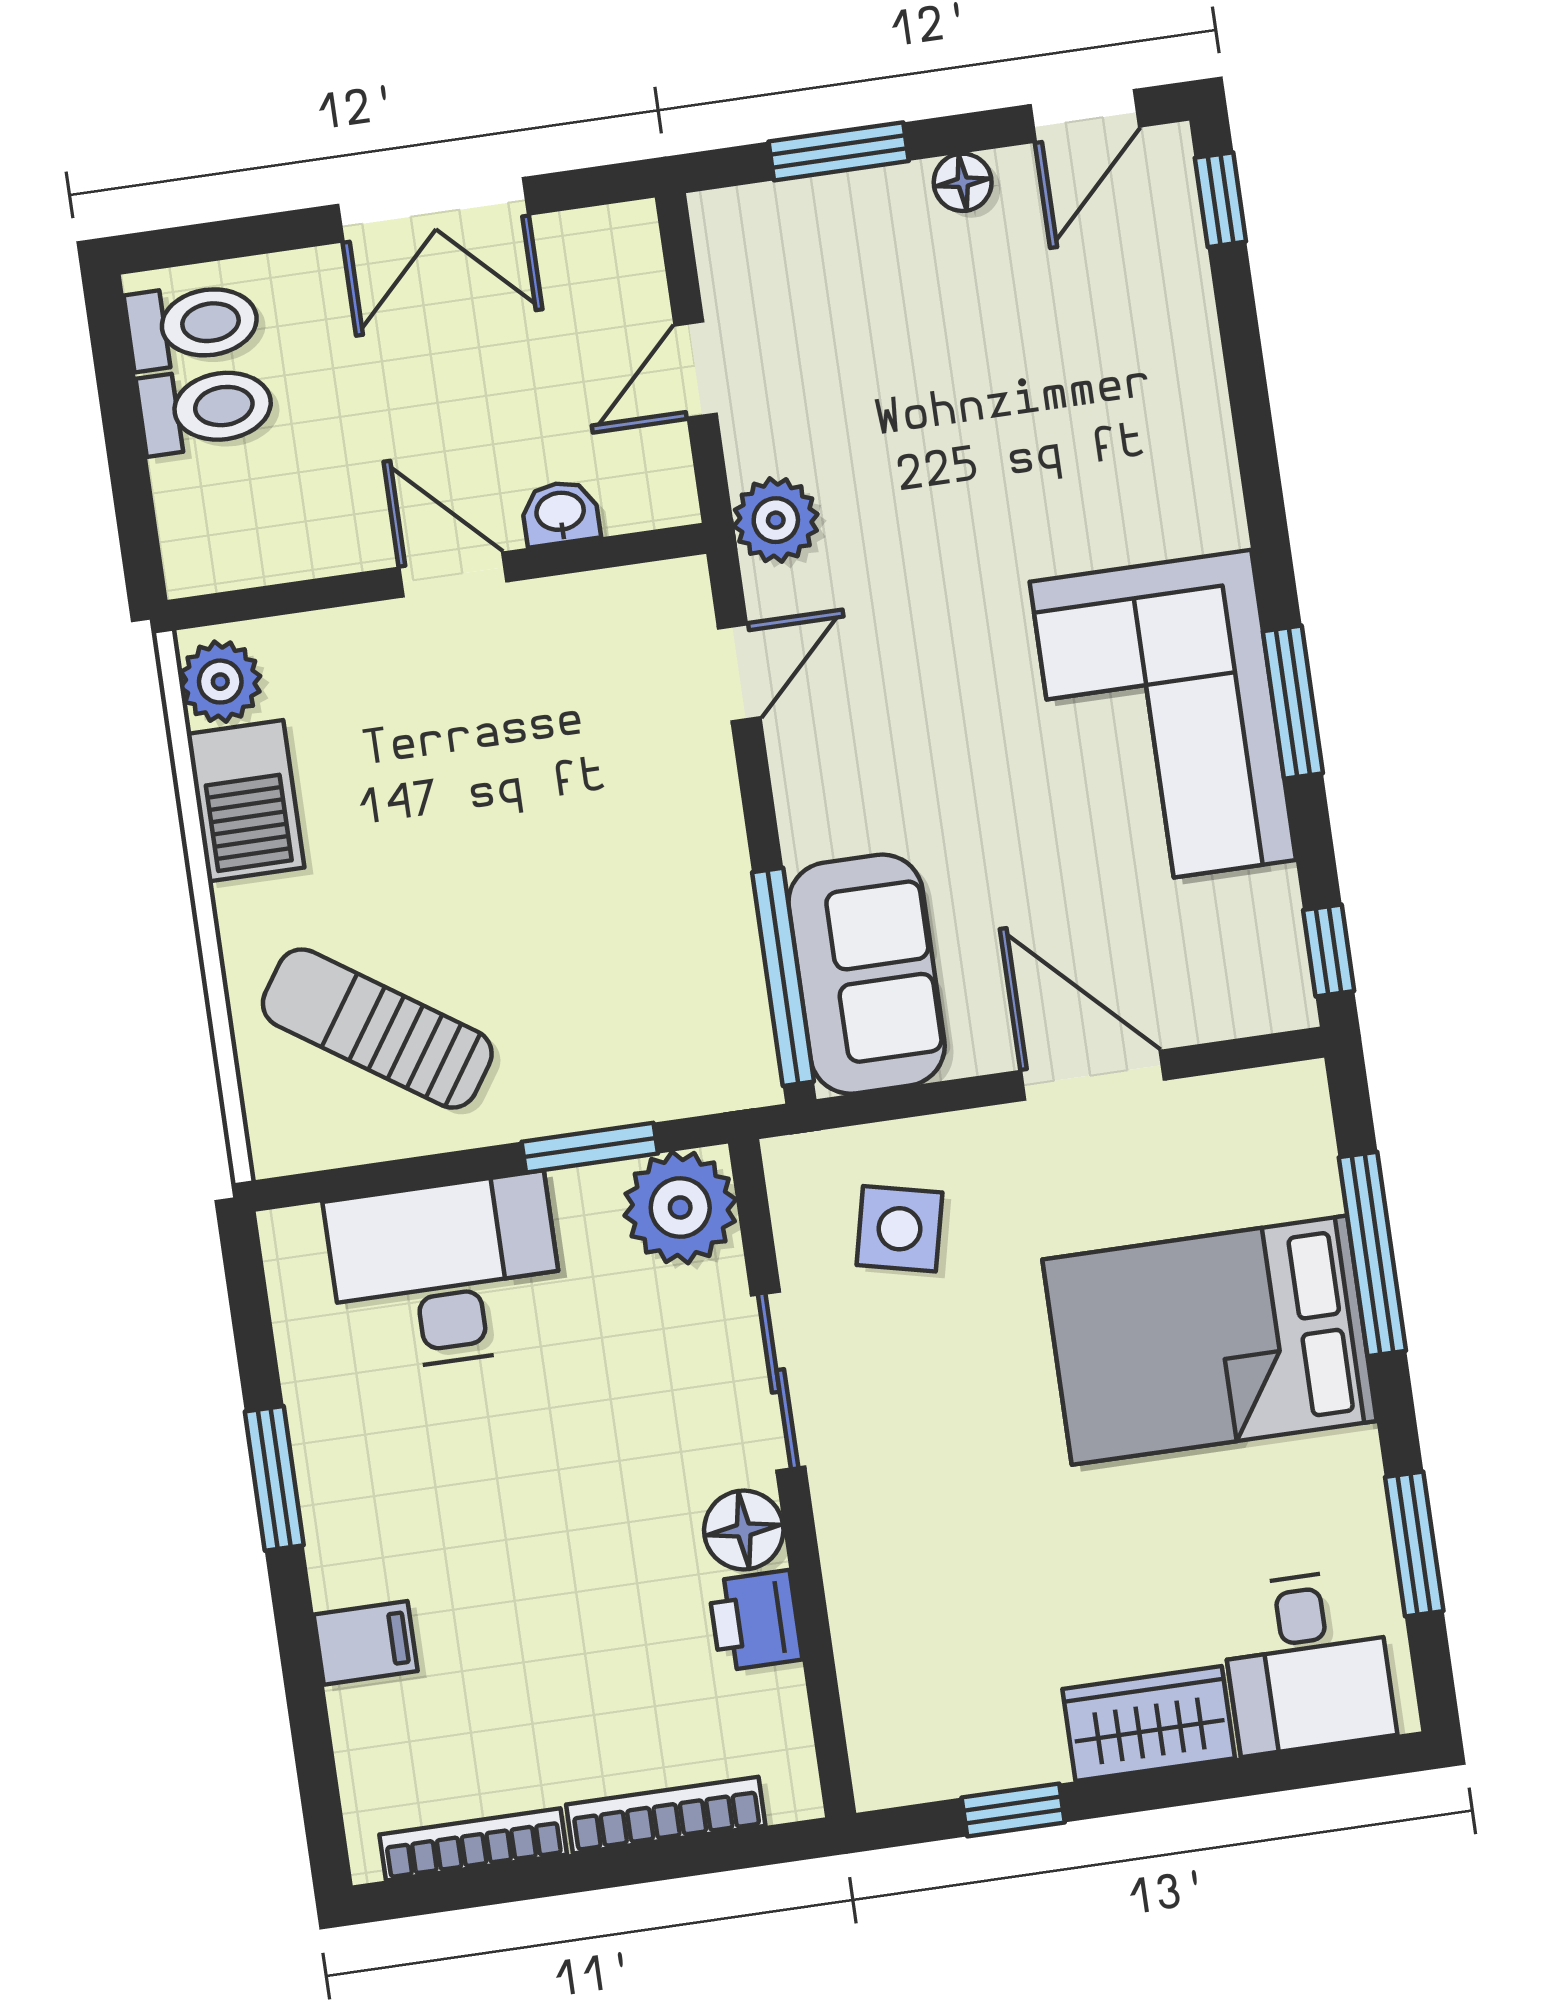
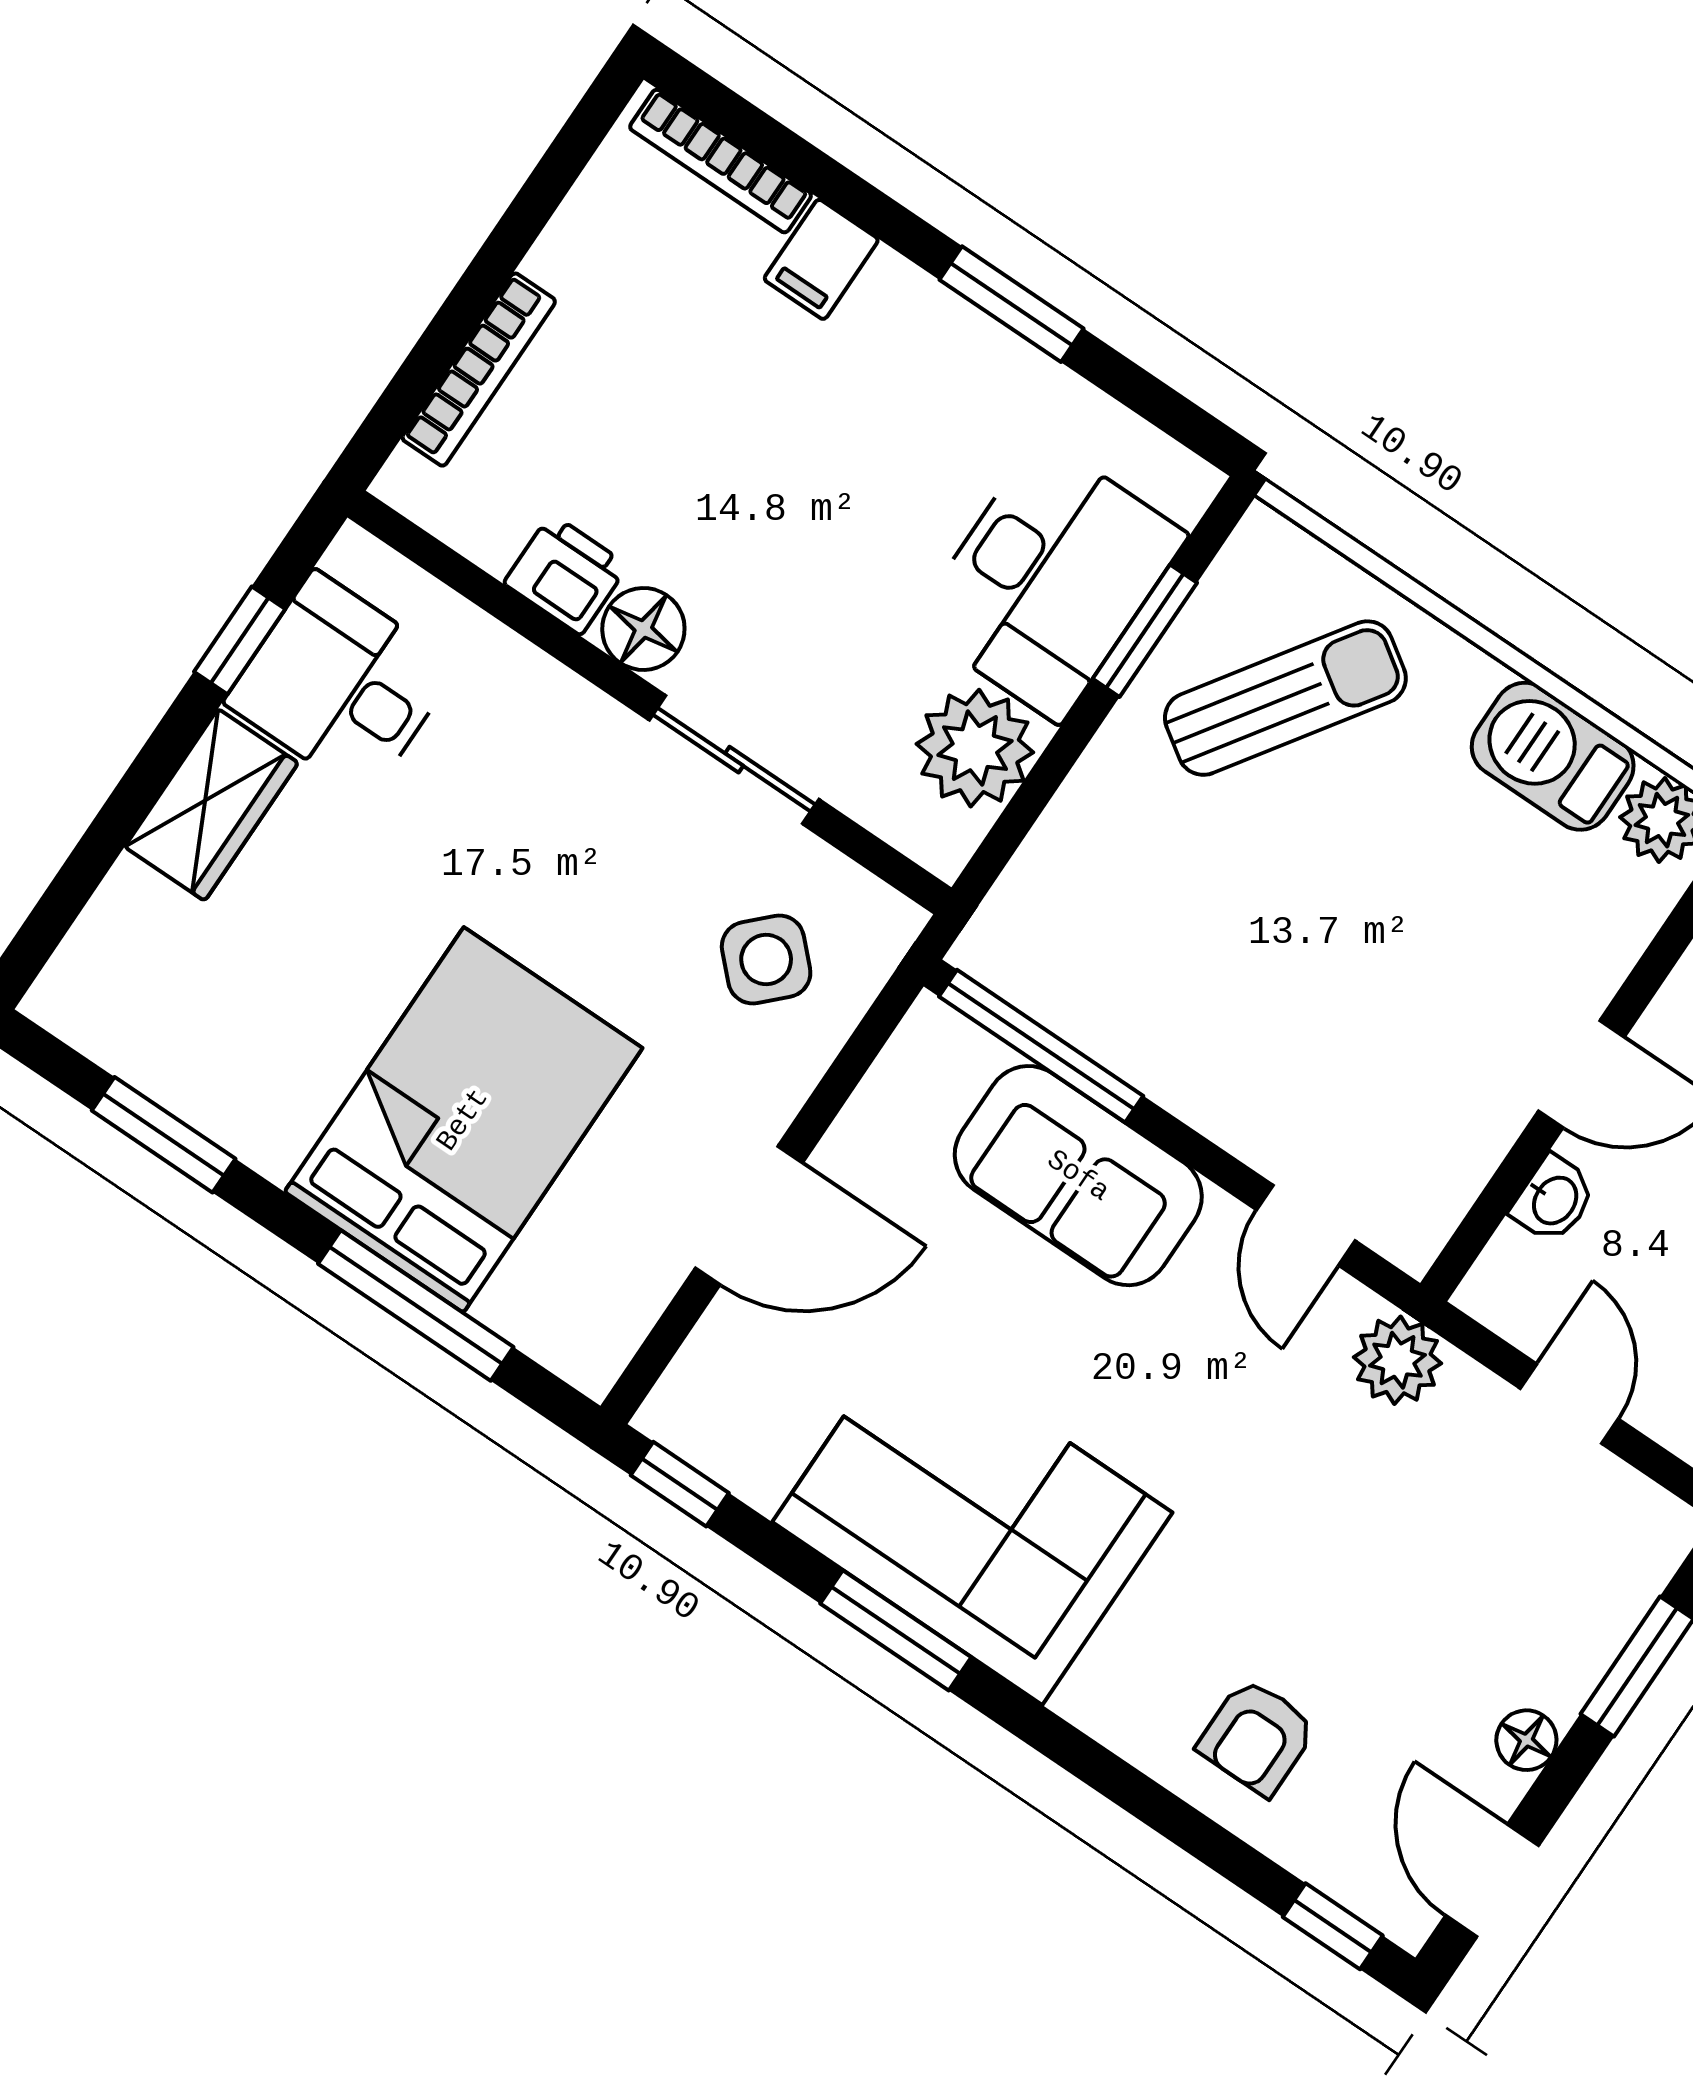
armchair: (1135, 376) -> (1257, 1737), added
sofa: (867, 974) -> (1078, 1176), moved
window: (590, 1148) -> (1145, 631), moved
plant: (680, 1207) -> (975, 748), moved
side table: (899, 1229) -> (766, 960), turned 32
desk: (1307, 1662) -> (341, 685), moved
bookcase: (473, 1844) -> (721, 161), moved, turned 90

